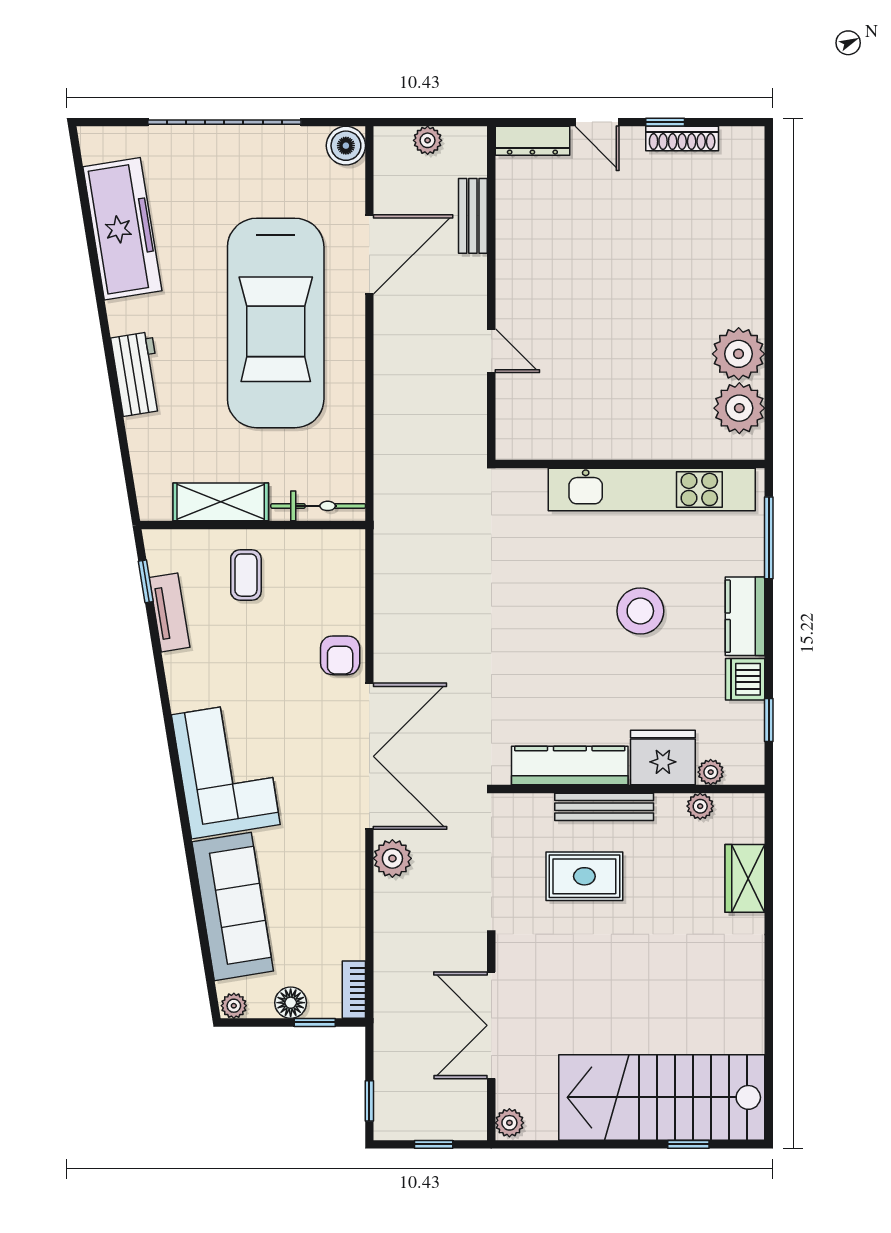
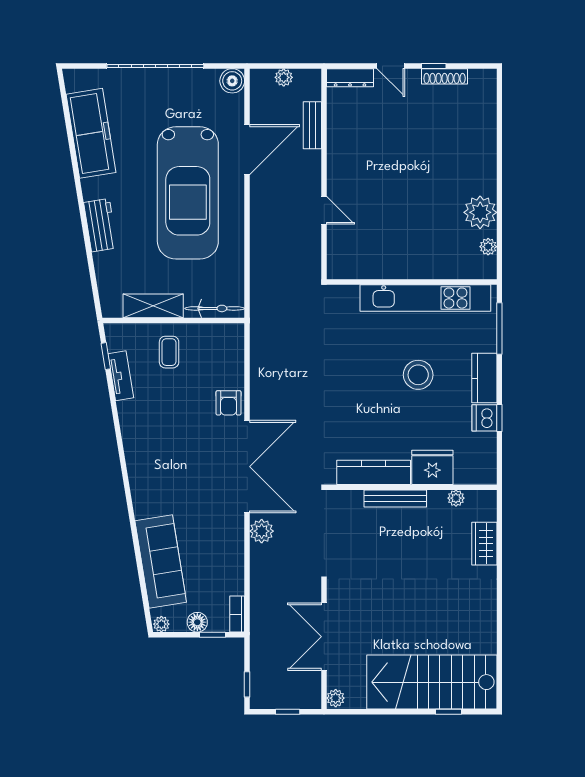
plant: (739, 408) -> (488, 247), width x0.53, depth x0.53
window: (769, 720) -> (499, 418), moved
corner sofa: (226, 770) -> (156, 475), removed
plant: (711, 772) -> (463, 477), removed
rug: (584, 876) -> (383, 542), removed

